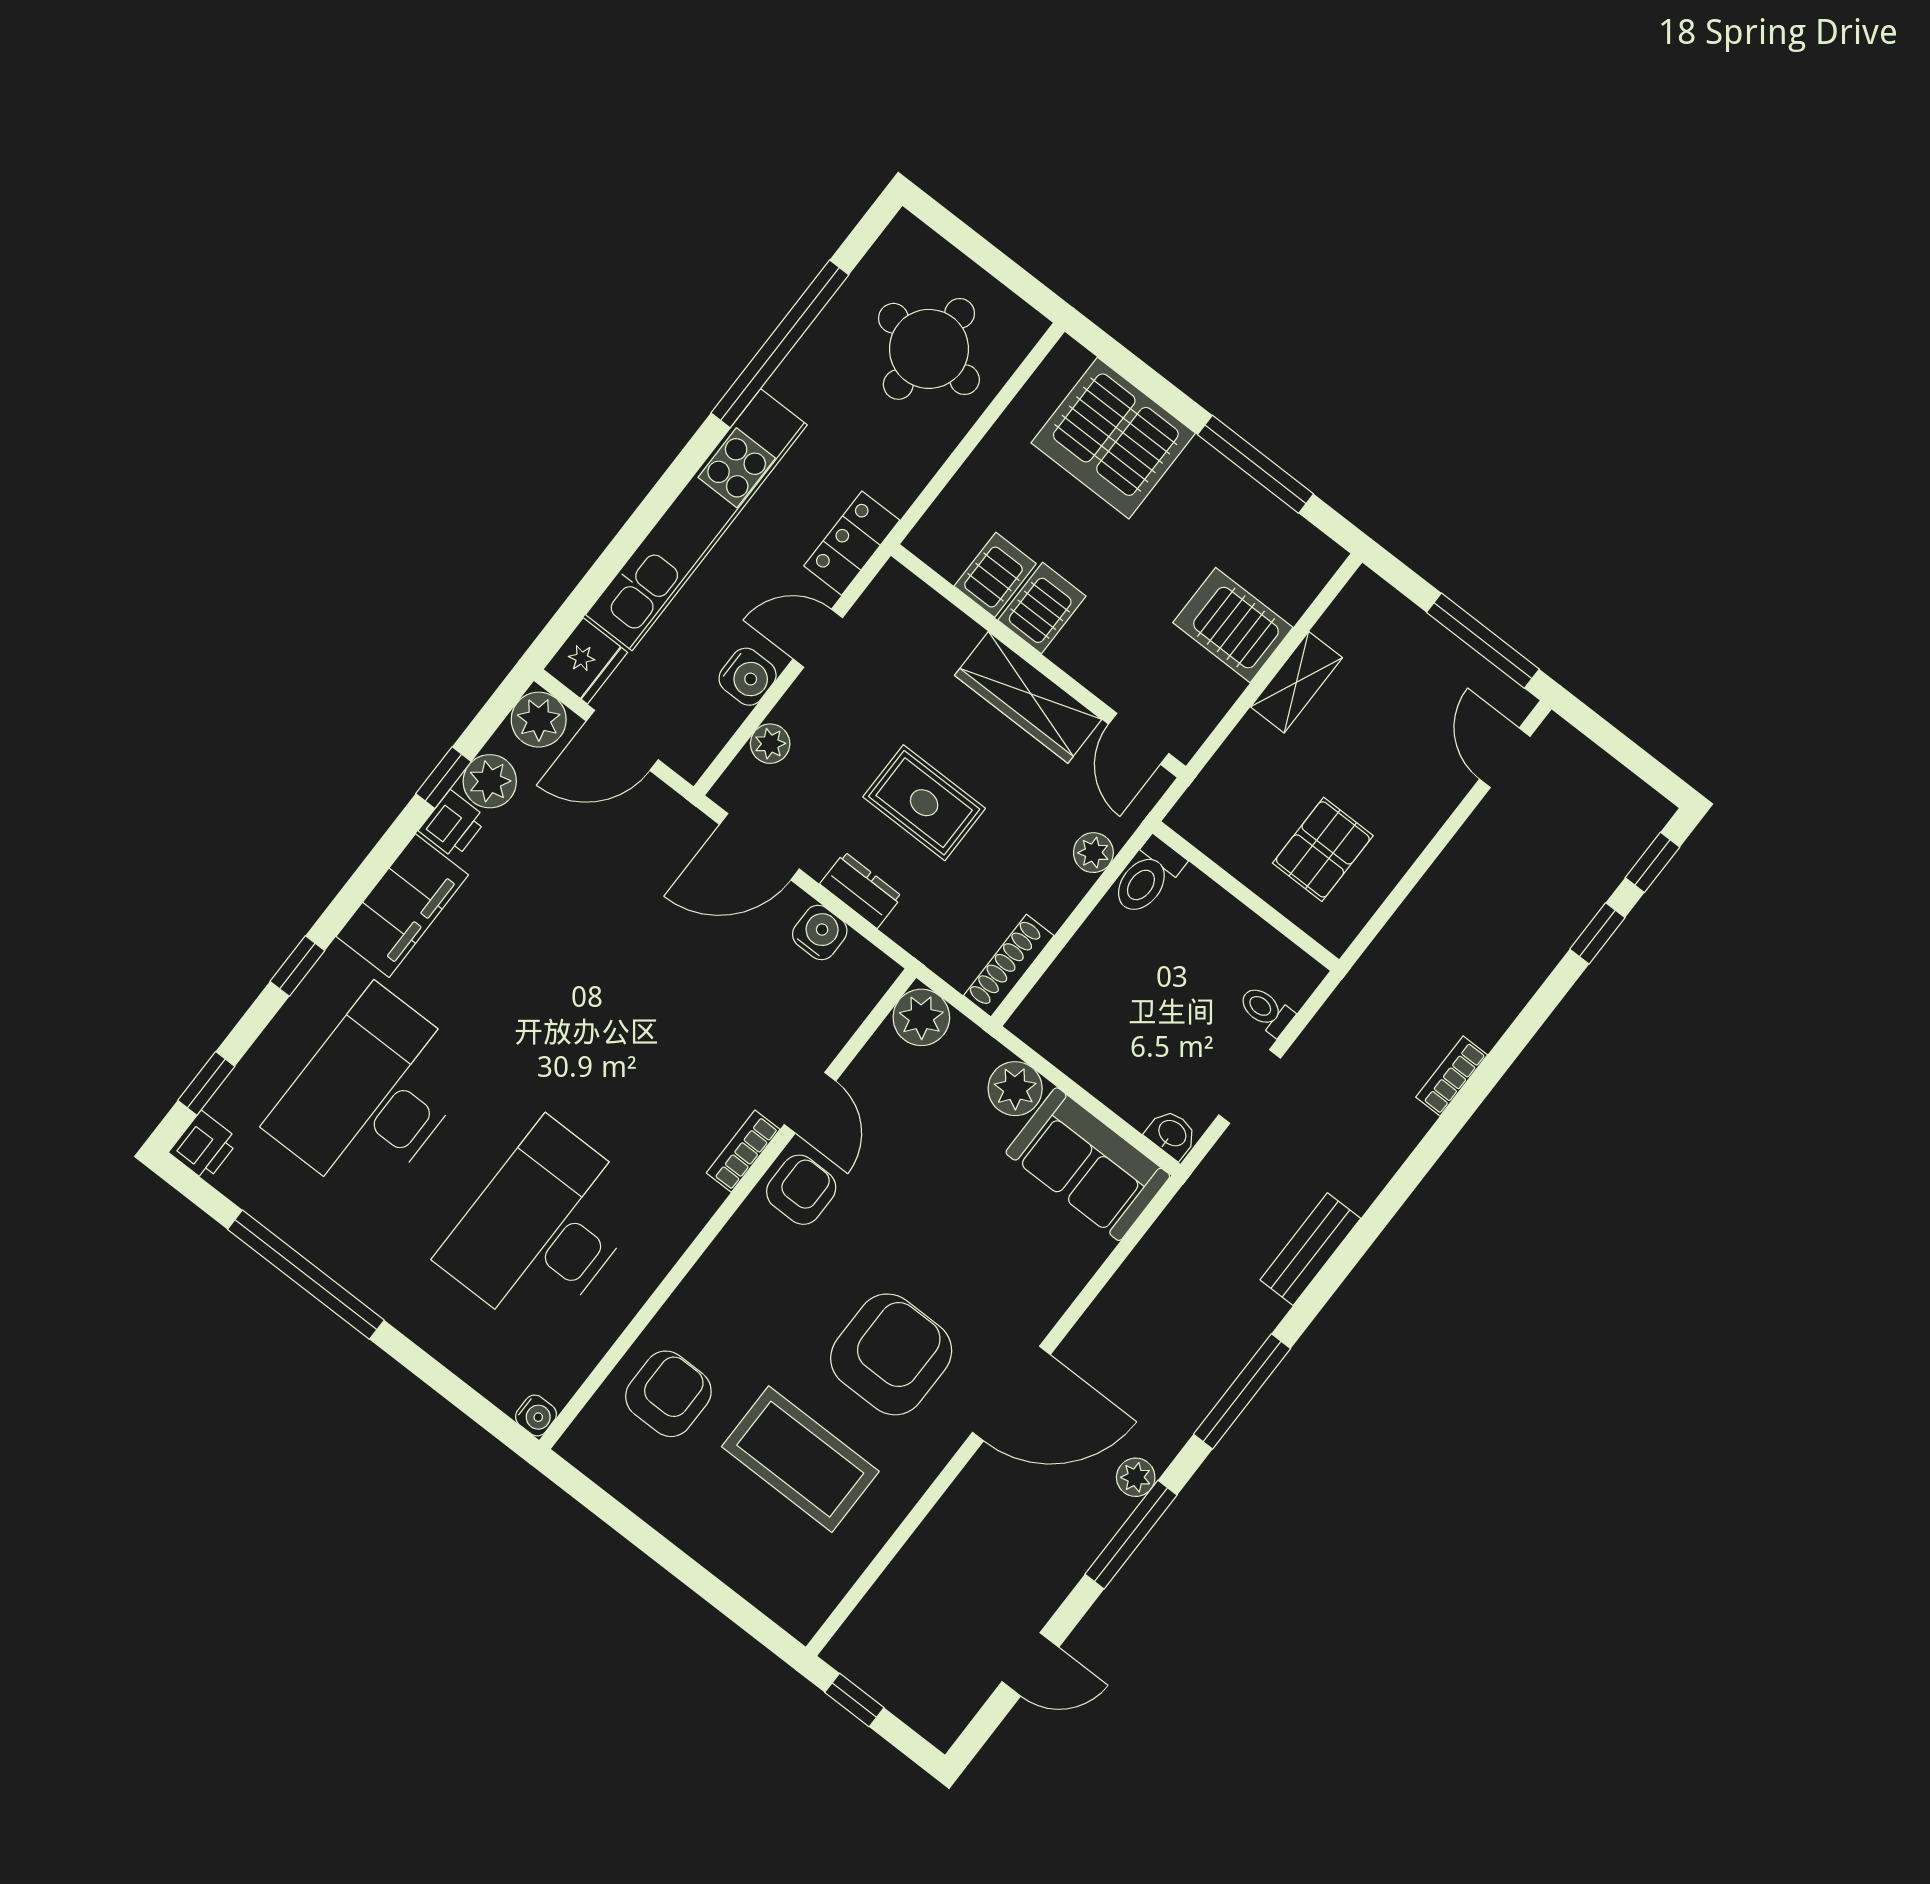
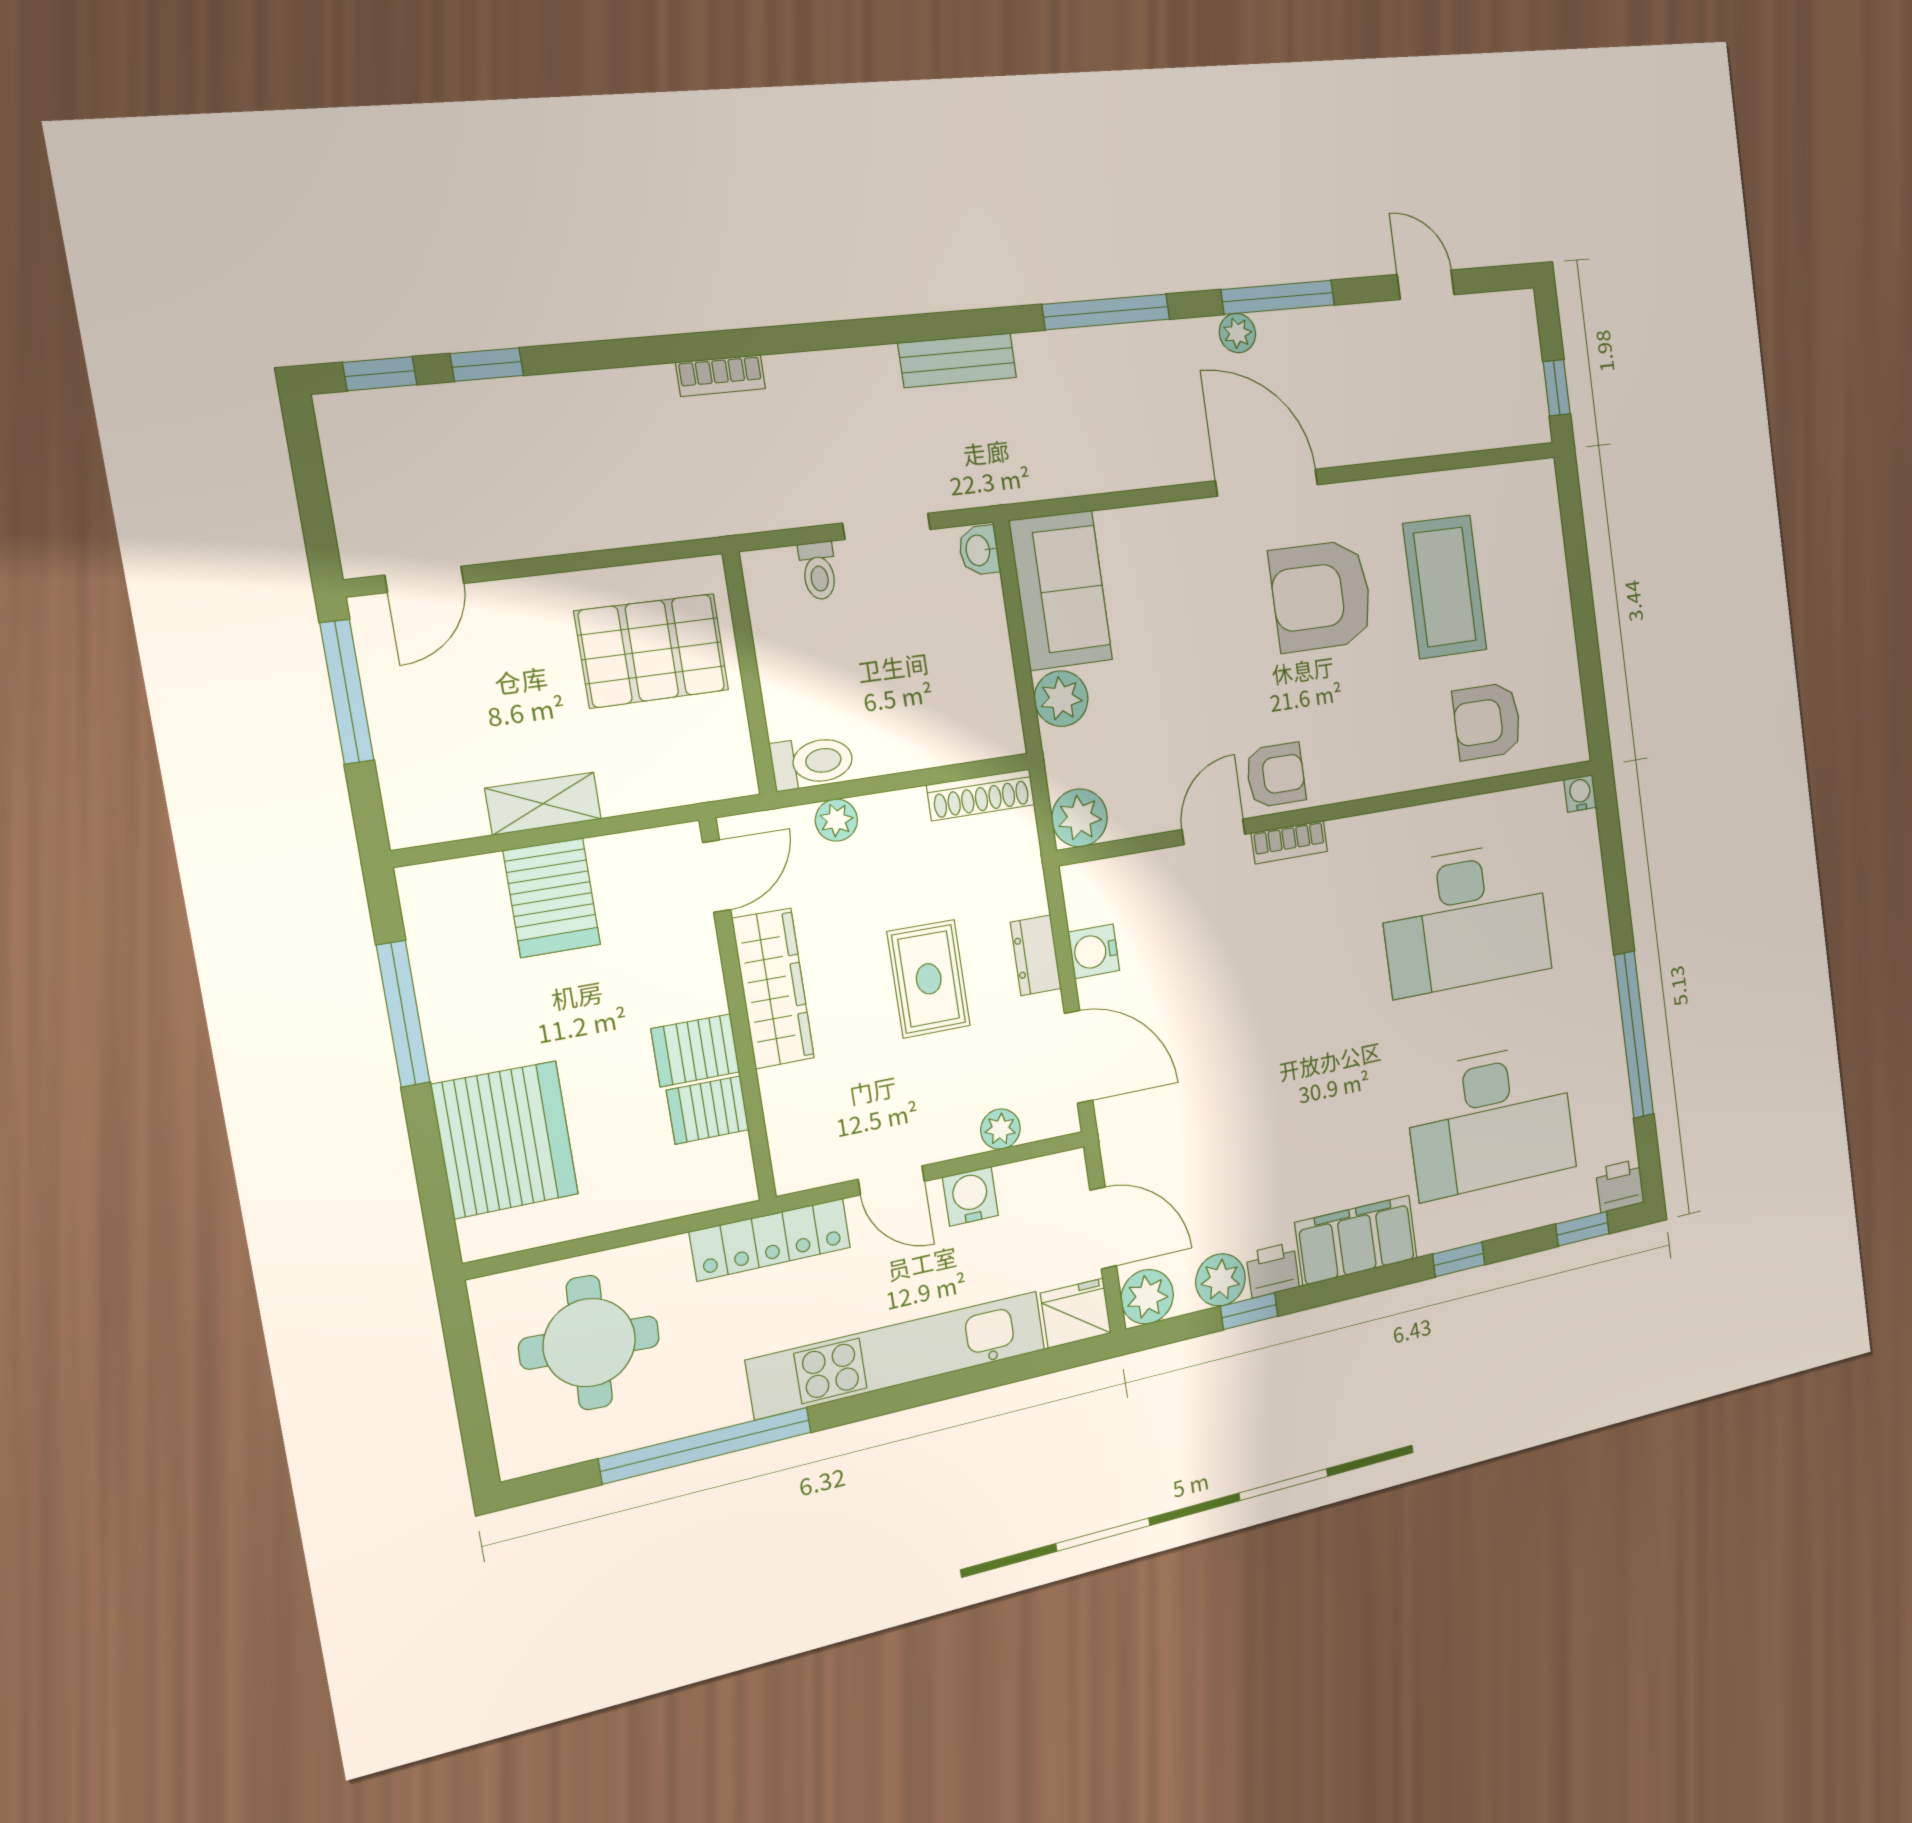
locker: (852, 543) -> (770, 1240), width x1.53
pallet: (1323, 849) -> (652, 651), width x1.50, depth x1.42
armchair: (801, 1190) -> (1276, 775), turned 180

